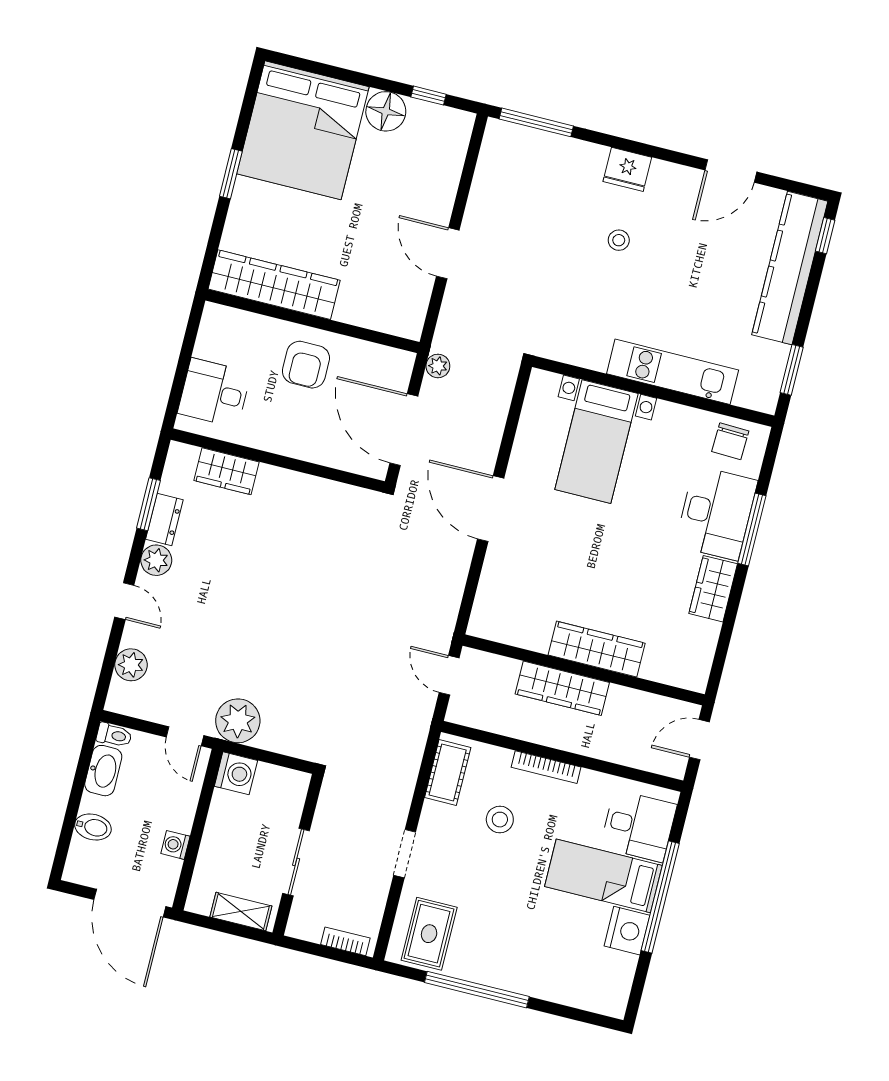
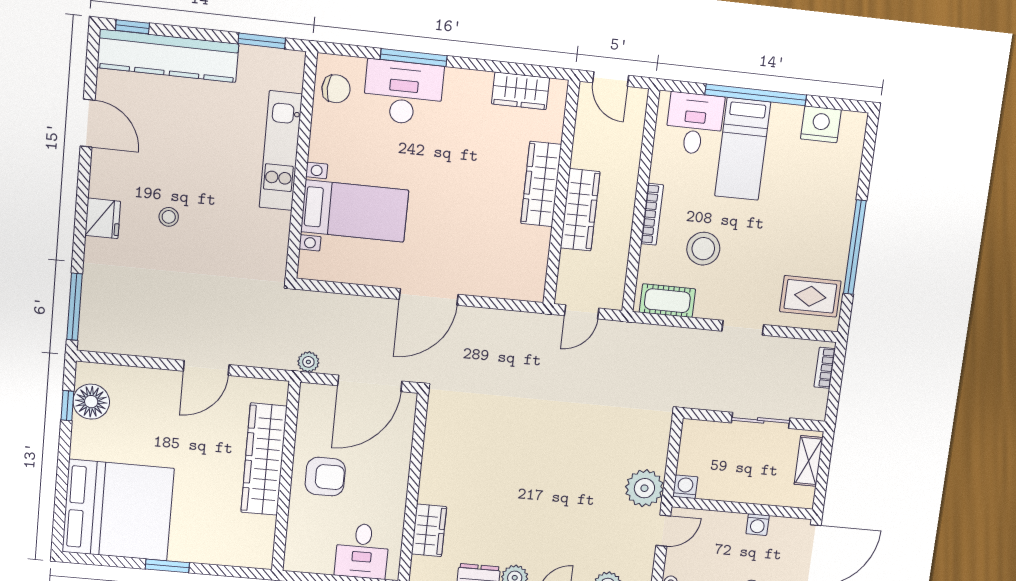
floor lamp: (386, 111) -> (91, 402), moved
wardrobe: (274, 285) -> (264, 459), moved
wardrobe: (713, 589) -> (521, 91), moved
washing machine: (236, 773) -> (685, 487), width x0.73, depth x0.73
stool: (500, 820) -> (703, 249), width x1.38, depth x1.38
nightstand: (627, 931) -> (821, 124), moved

